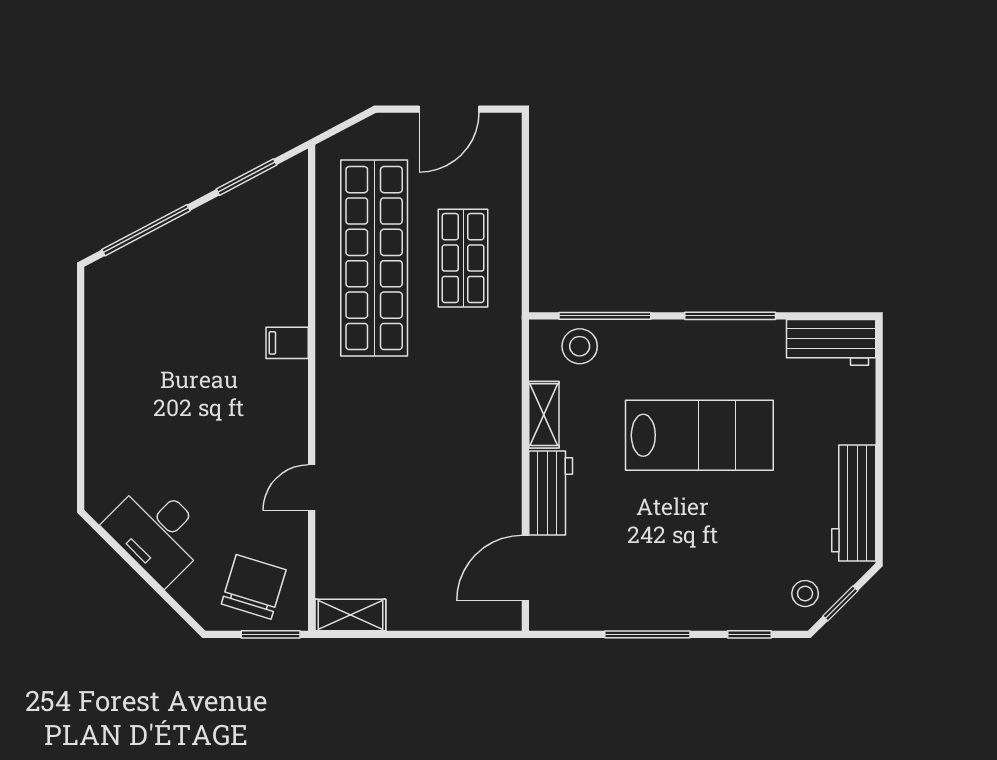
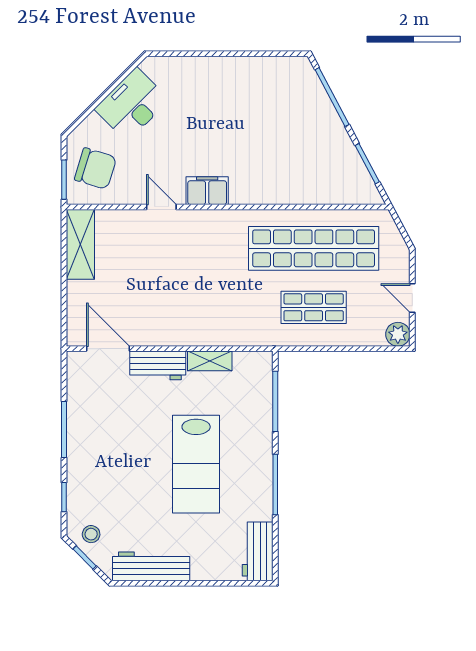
door: (449, 109) -> (412, 298), width x0.73
plant: (504, 131) -> (398, 334), added
filing cabinet: (287, 343) -> (207, 191), moved, width x2.00
stool: (580, 346) -> (255, 385), removed
shelving: (350, 615) -> (80, 244), width x1.50, depth x1.33

